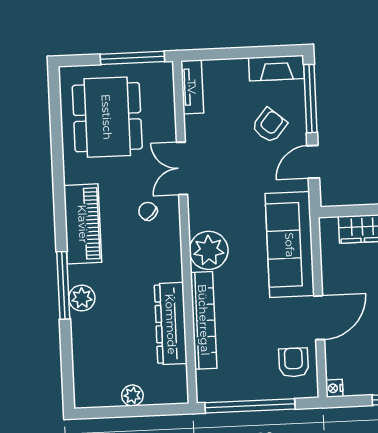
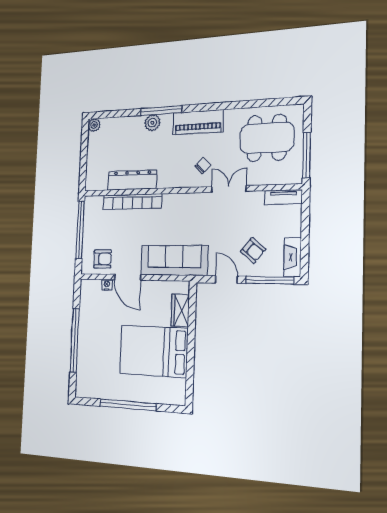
plant: (209, 250) -> (175, 206), removed
nightstand: (334, 388) -> (107, 285), moved
plant: (132, 396) -> (94, 125), moved

